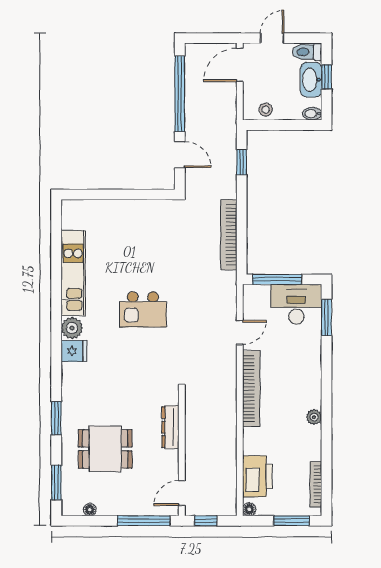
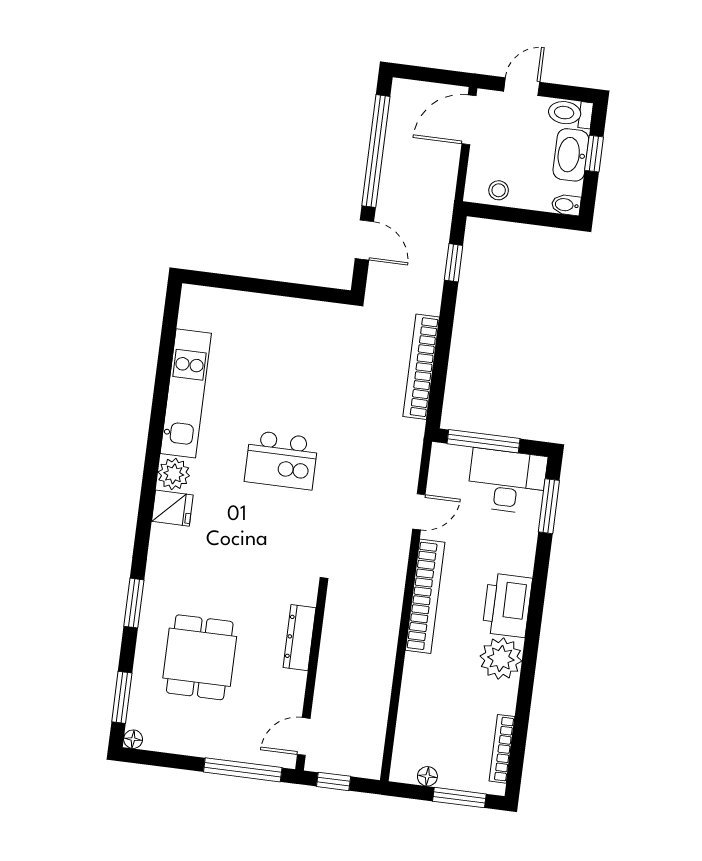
plant: (314, 417) -> (501, 658), width x1.88, depth x1.88
dining table: (105, 449) -> (200, 657), turned 90
printer: (257, 476) -> (507, 605), moved, turned 180
floor lamp: (249, 509) -> (427, 776), moved
floor lamp: (90, 510) -> (133, 739), moved

